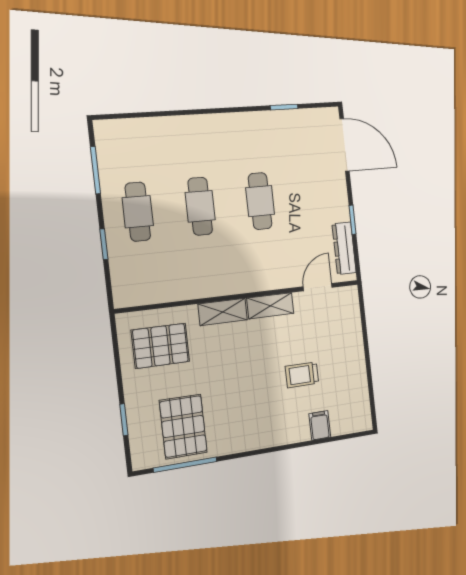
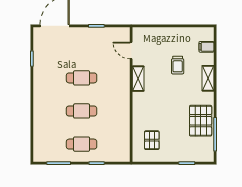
dresser: (344, 248) -> (112, 33), removed
shelving: (223, 312) -> (208, 78), moved
pallet: (161, 346) -> (152, 140), width x0.67, depth x0.71
filing cabinet: (320, 425) -> (206, 47), moved
pallet: (183, 426) -> (201, 121), moved, turned 90

